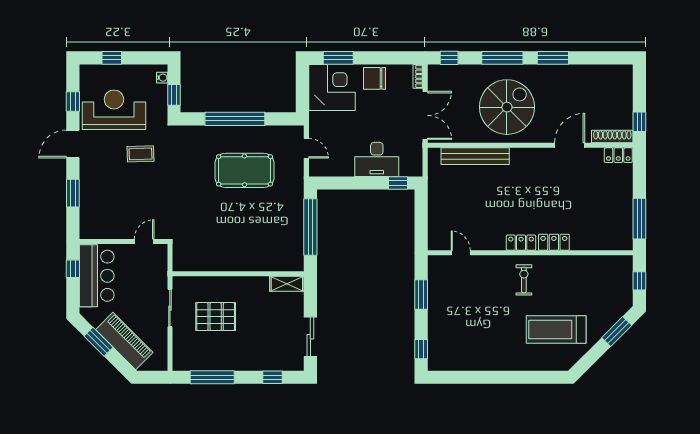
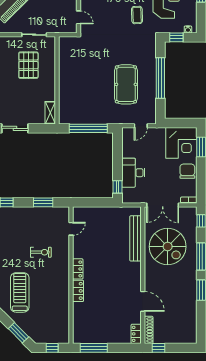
spiral stairs: (507, 107) -> (168, 247), moved
exercise bike: (524, 280) -> (41, 252), moved

